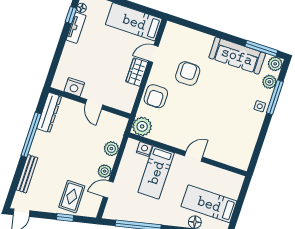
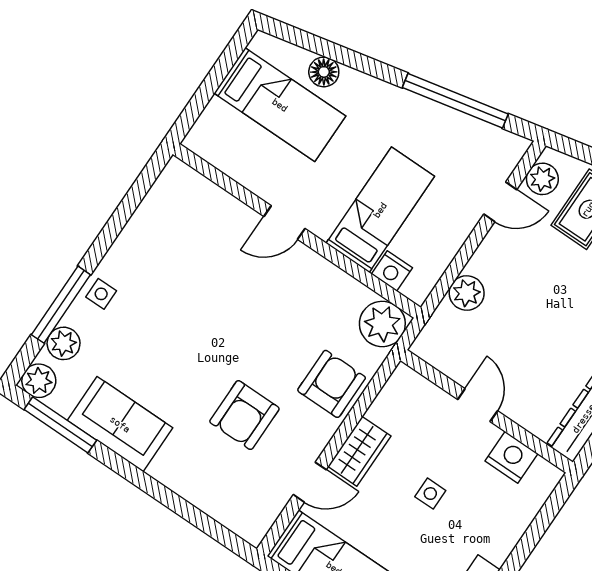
sofa: (237, 56) -> (120, 424), width x0.73
side table: (103, 63) -> (430, 494), added
plant: (105, 171) -> (542, 179), moved

